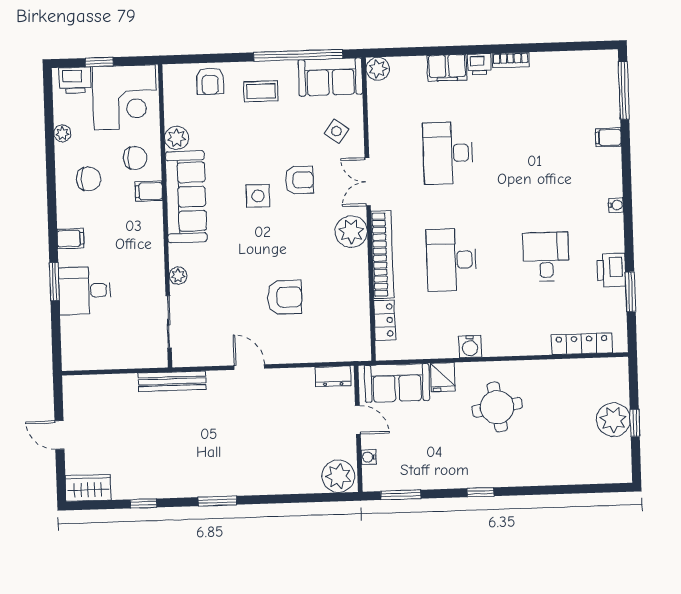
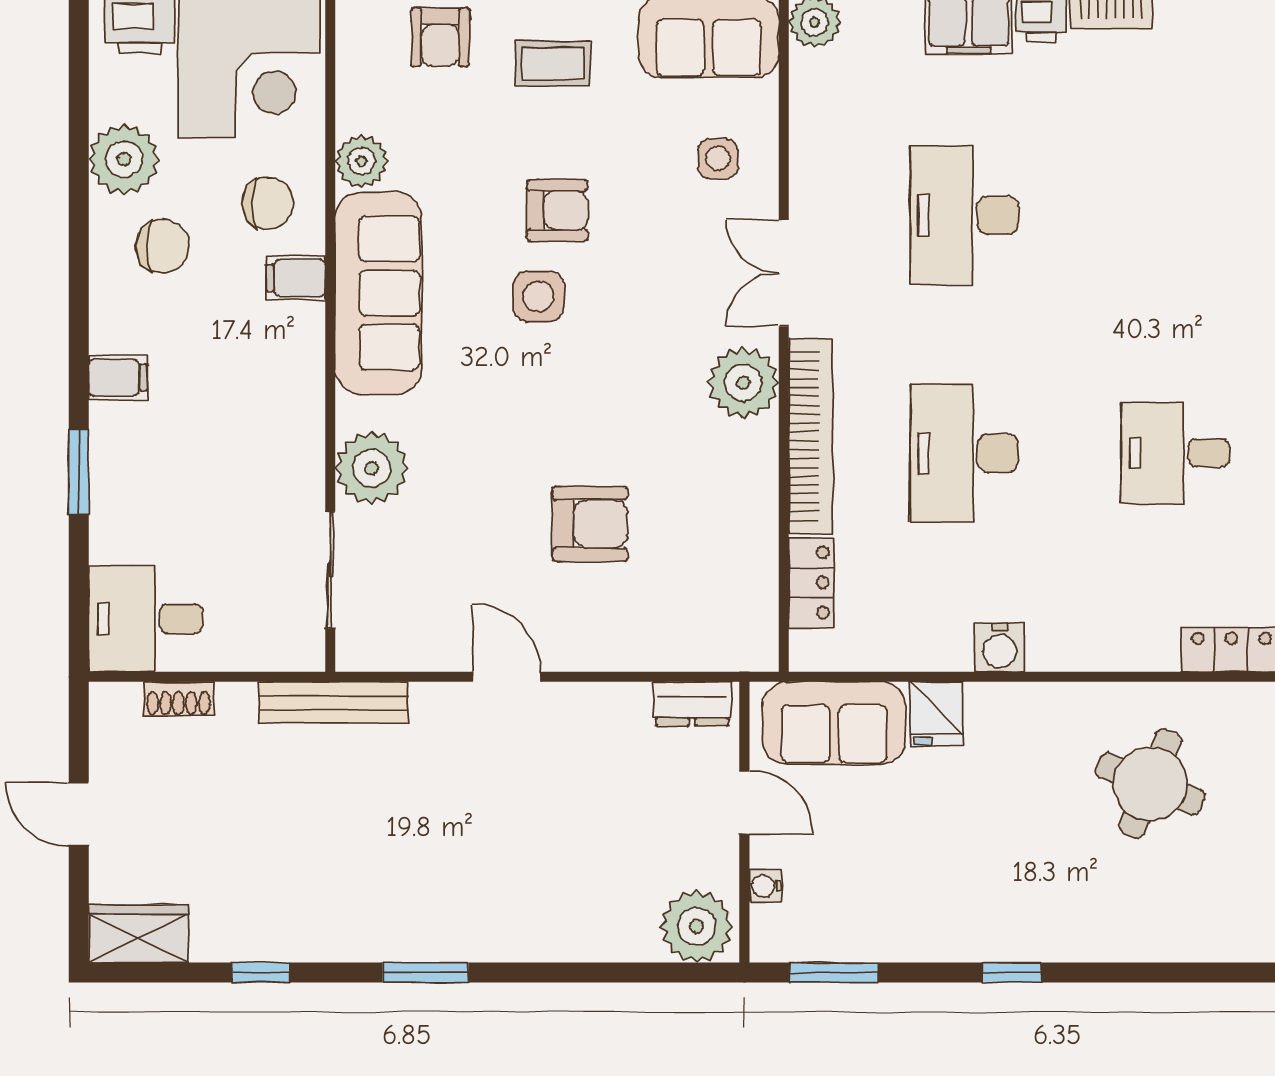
side table: (336, 131) -> (718, 158), turned -37
plant: (62, 133) -> (124, 159), width x1.87, depth x1.87
armchair: (299, 180) -> (557, 210), moved
desk: (546, 257) -> (1175, 453), turned -90
plant: (178, 276) -> (372, 468), width x1.88, depth x1.88
desk: (85, 291) -> (146, 619), moved
shoe rack: (102, 382) -> (178, 699), added
round table: (497, 407) -> (1150, 784), moved, turned 31

